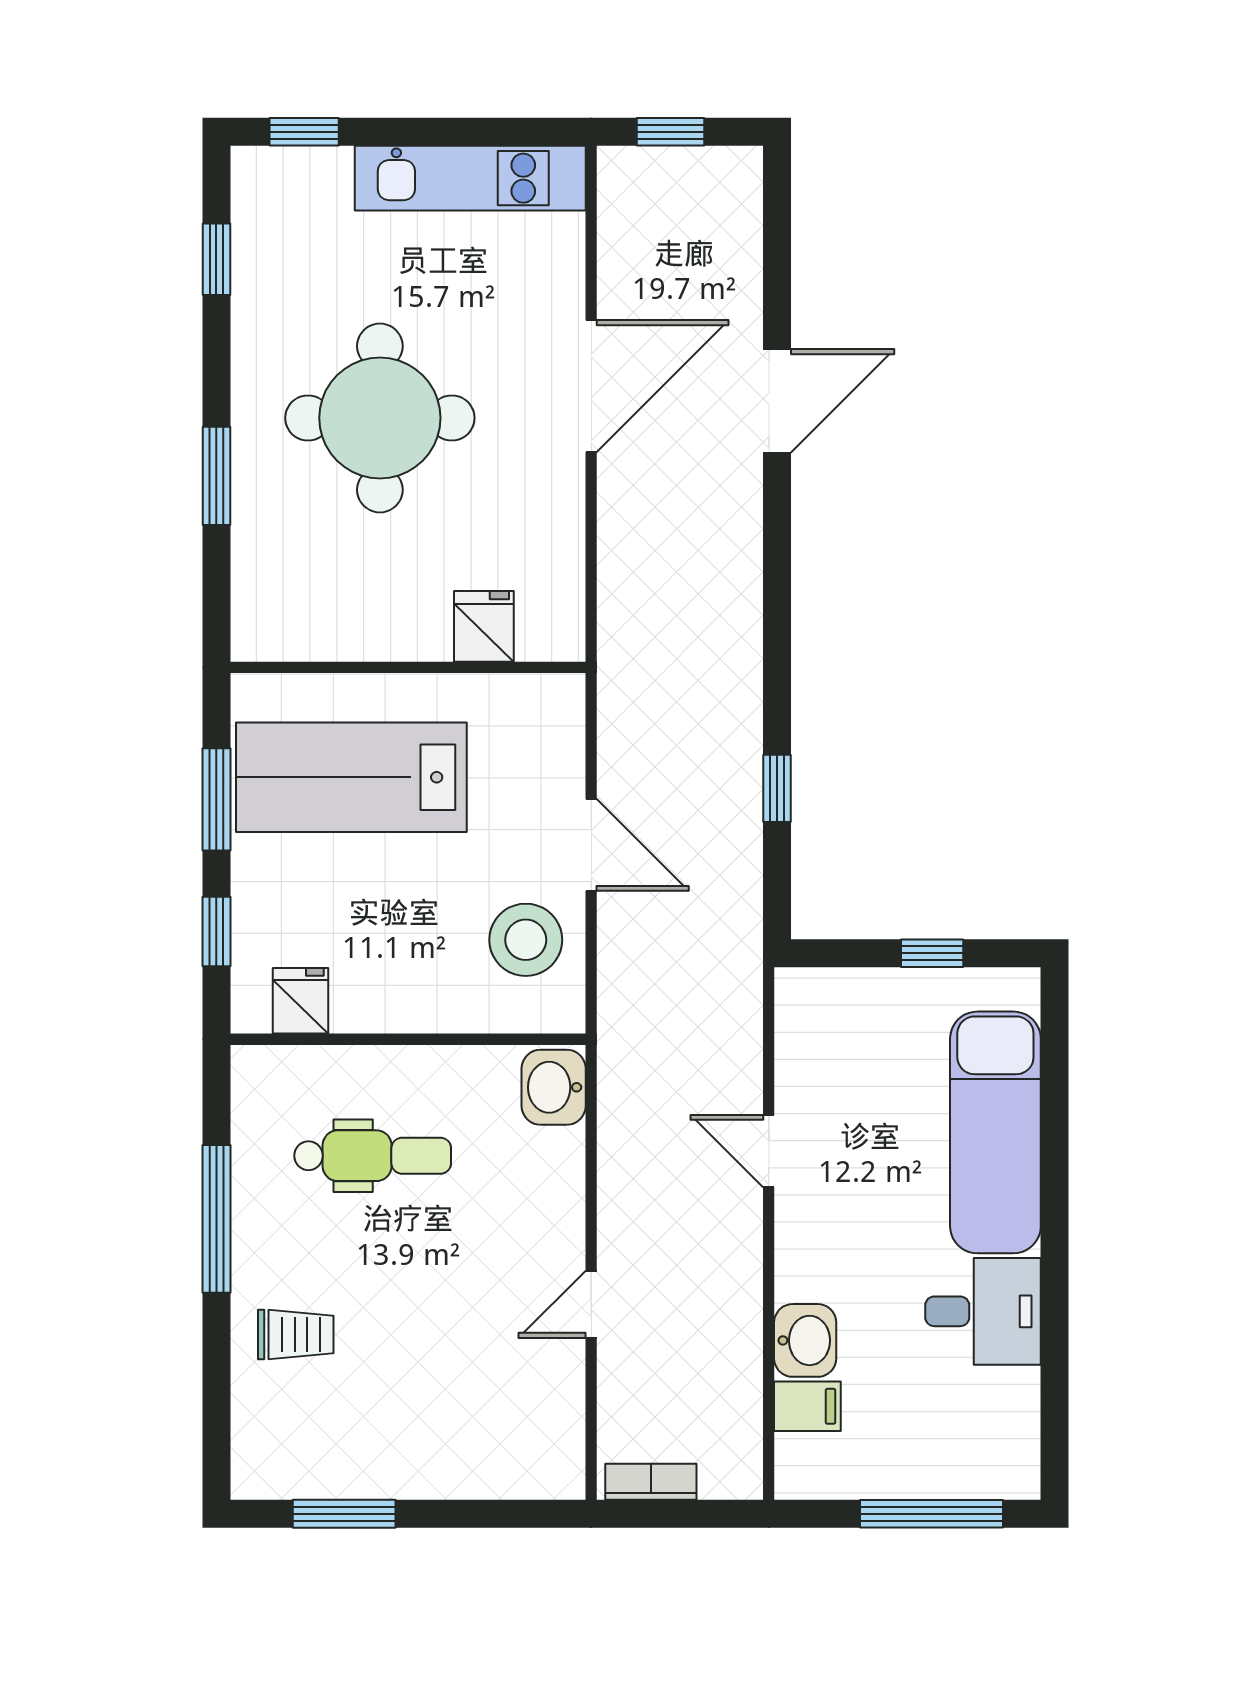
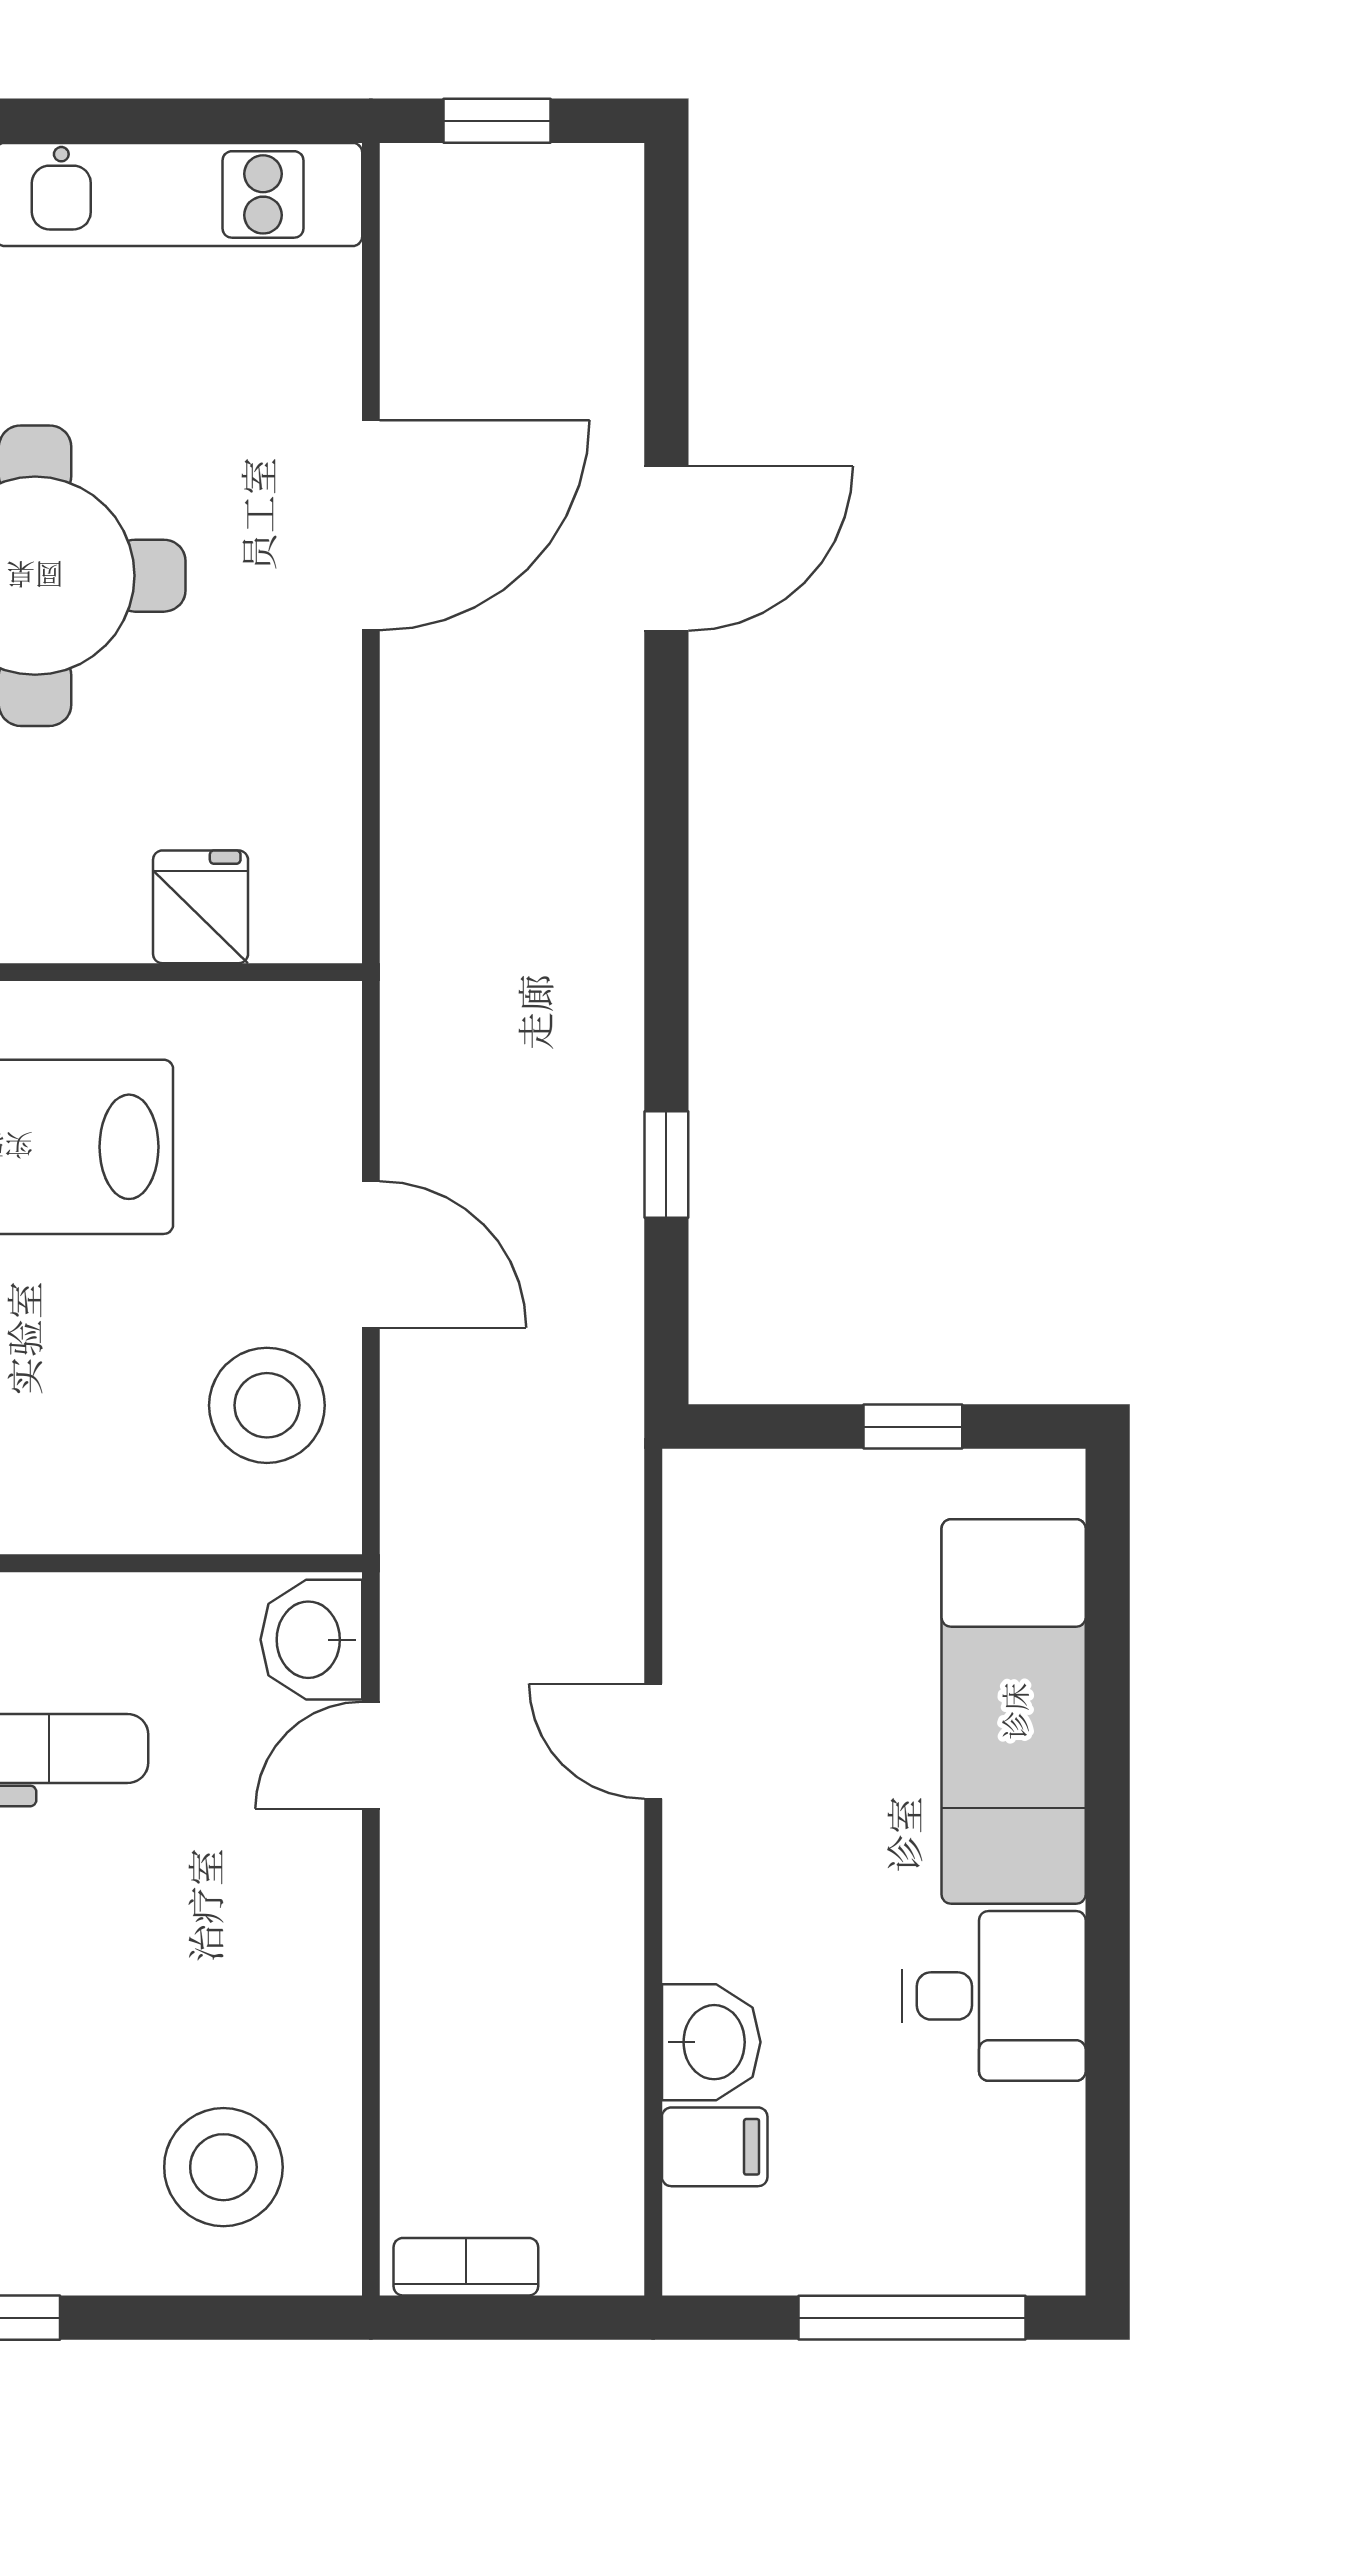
door: (591, 1304) -> (371, 1755), moved
stool: (498, 1419) -> (223, 2167), added

